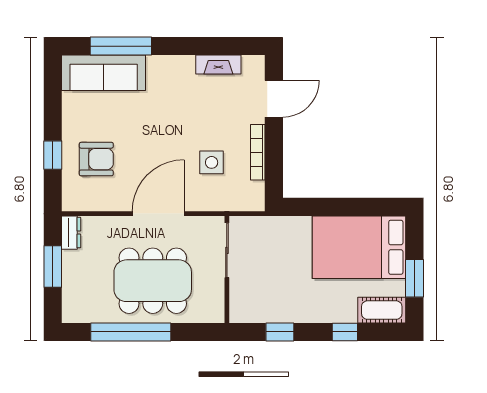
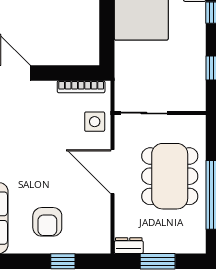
bookcase: (258, 152) -> (81, 87), moved
armchair: (96, 159) -> (47, 222), moved, turned 180
side table: (212, 162) -> (95, 122), moved

